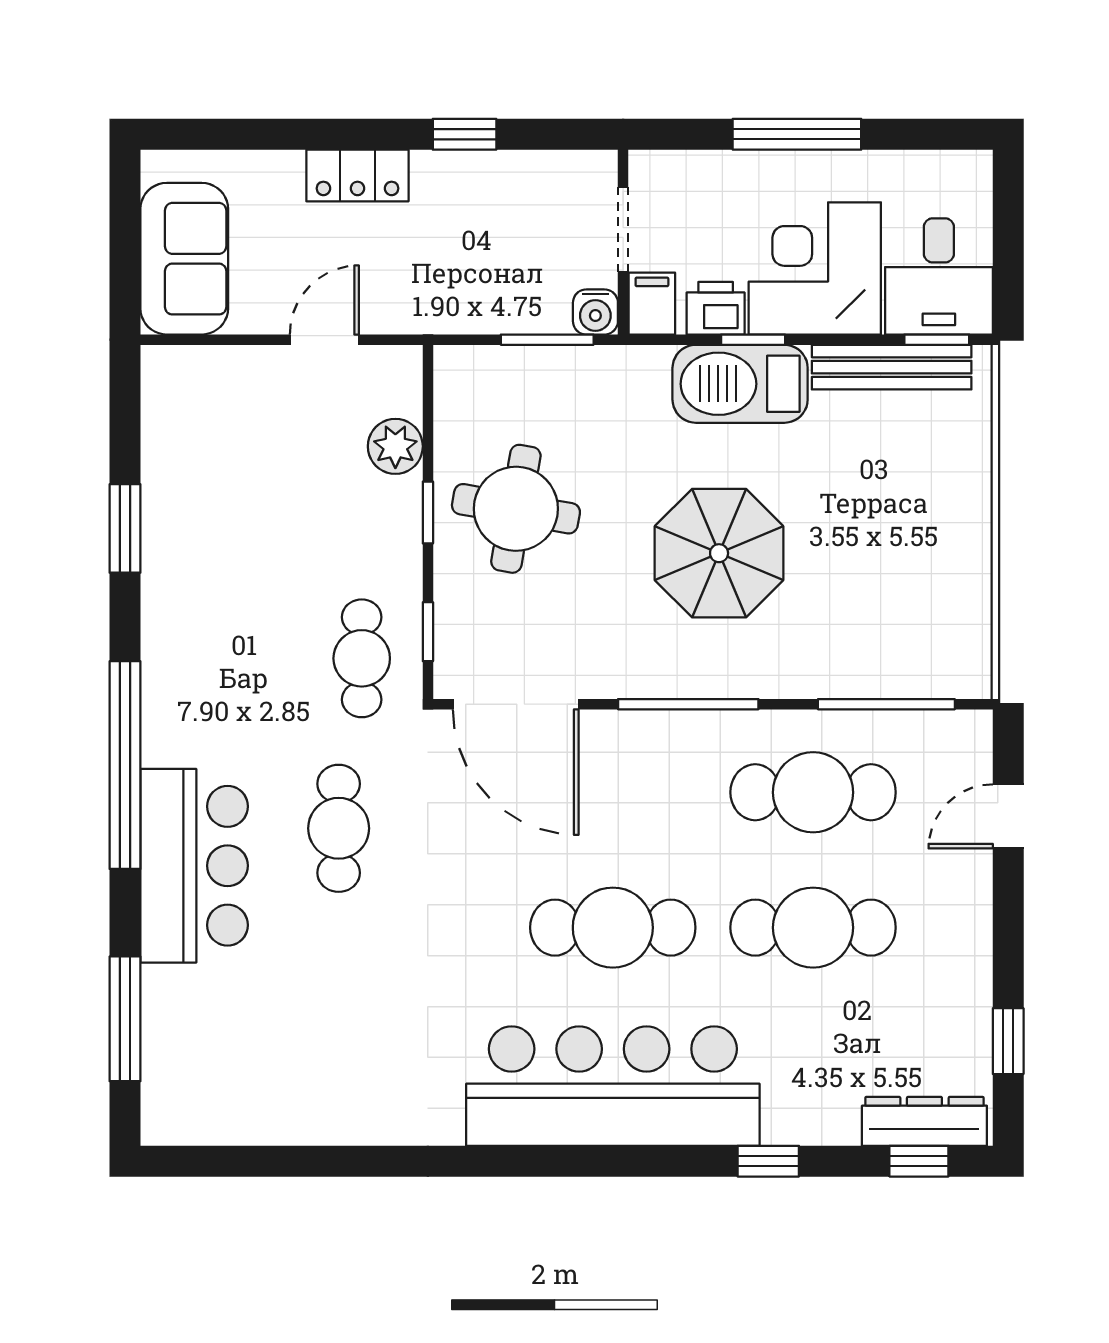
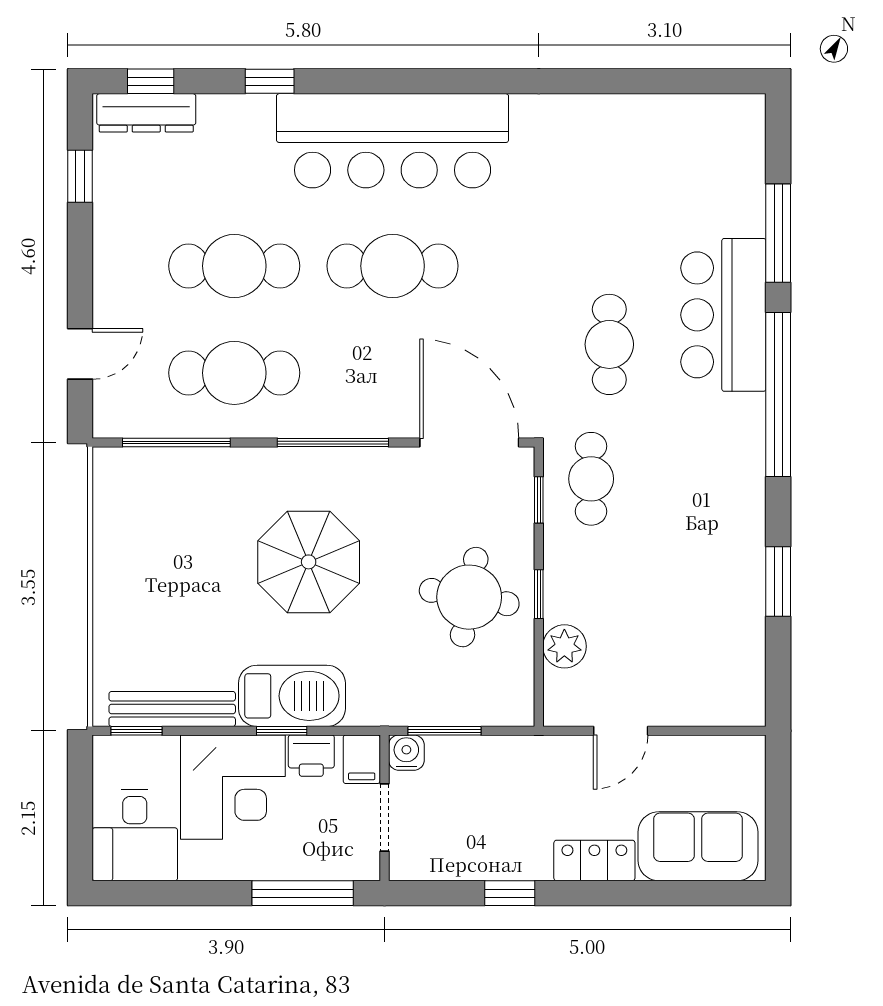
window: (797, 134) -> (303, 893), moved
sofa: (184, 259) -> (698, 846), moved, turned 90
desk: (939, 276) -> (135, 835), moved, turned 180
window: (125, 1019) -> (778, 233), moved

